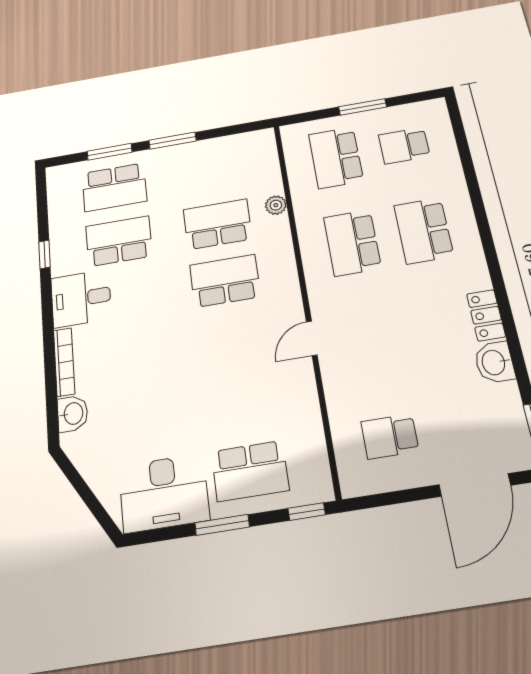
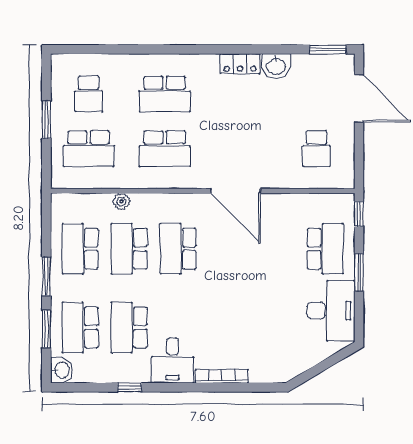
school desk: (210, 170) -> (80, 249), added
school desk: (114, 187) -> (80, 327), turned 180
door: (312, 338) -> (236, 191), width x1.87
washbasin: (73, 414) -> (61, 370), moved, turned 90

